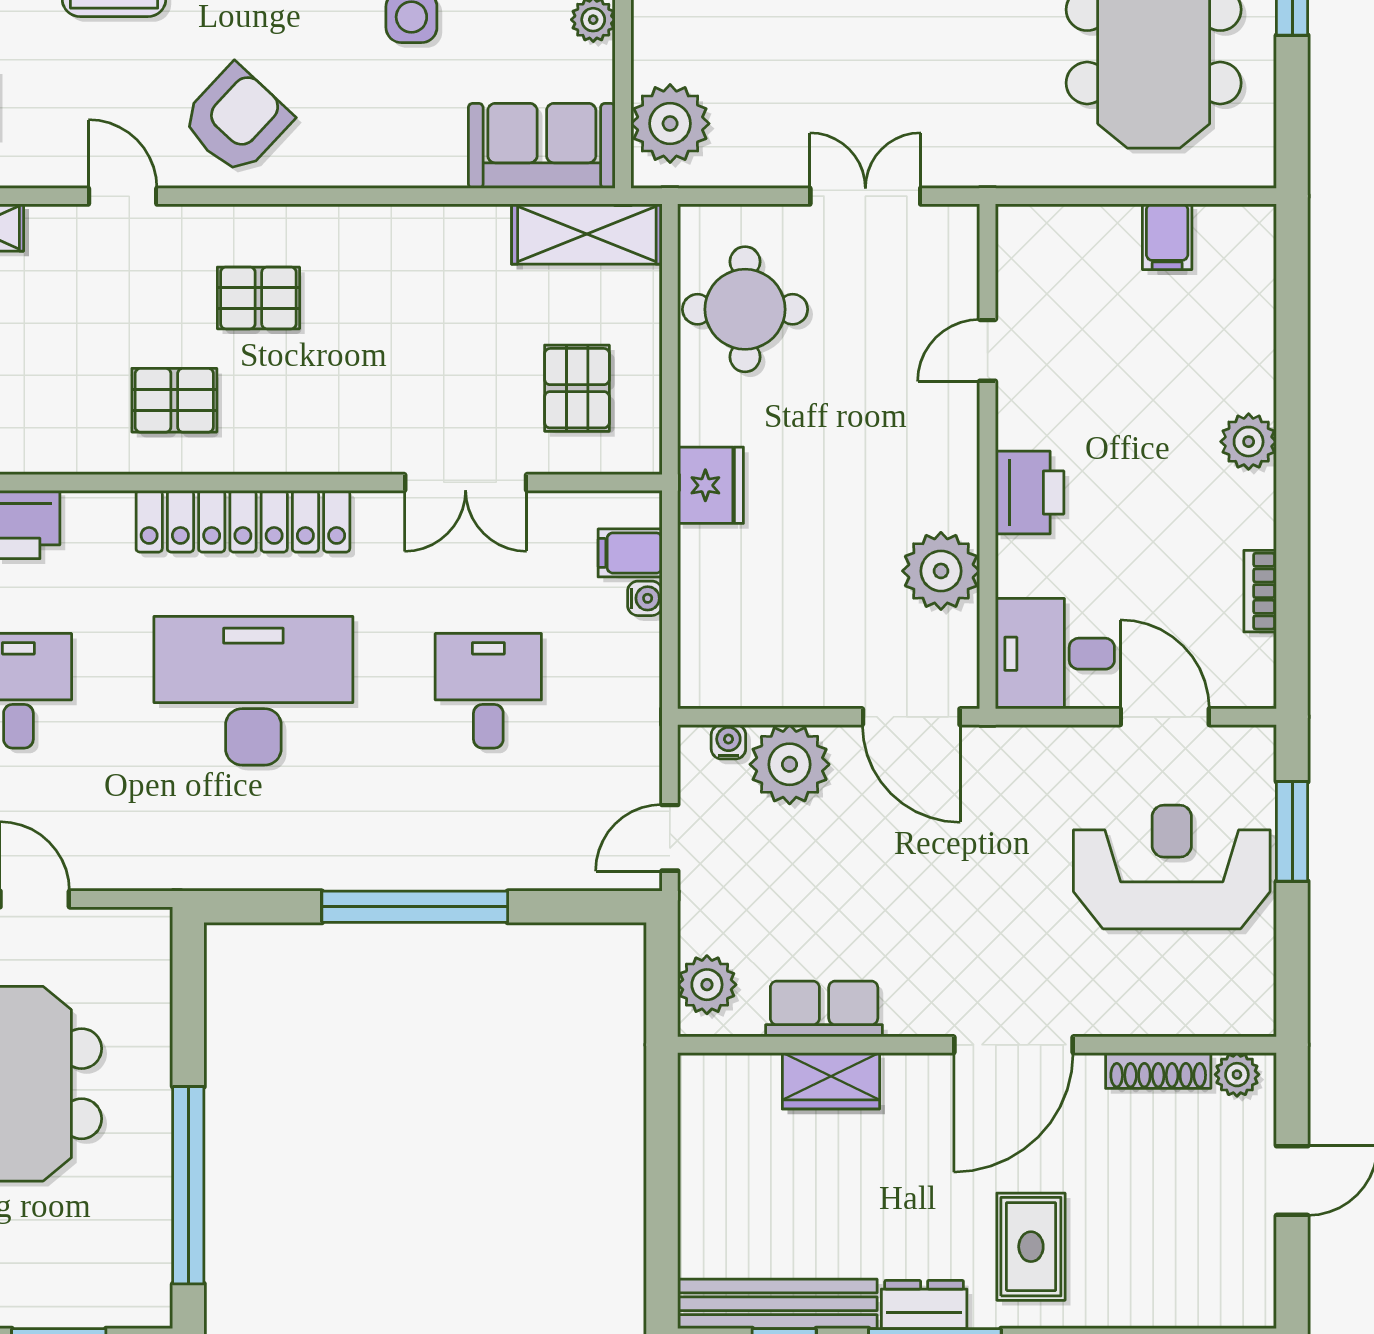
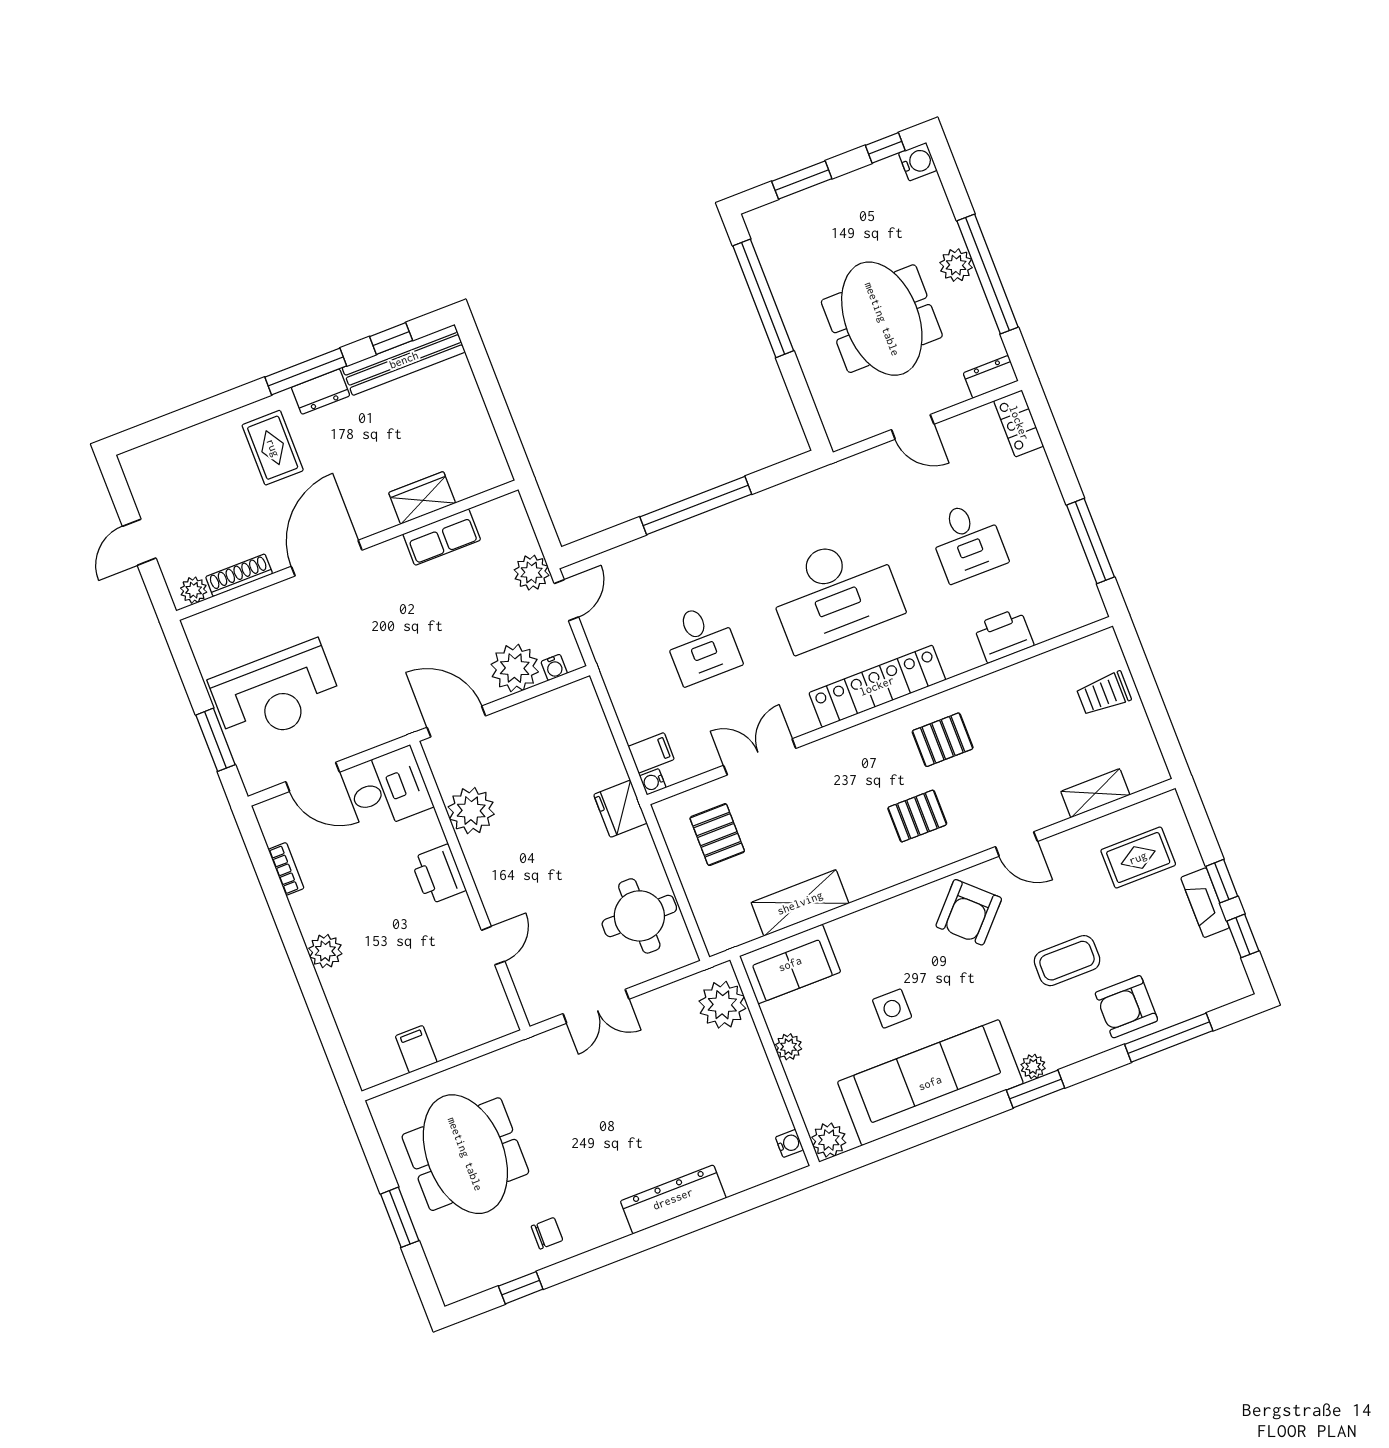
shelving: (587, 234) -> (800, 903), moved
water cooler: (645, 598) -> (653, 782), moved
plant: (707, 985) -> (532, 573), moved

